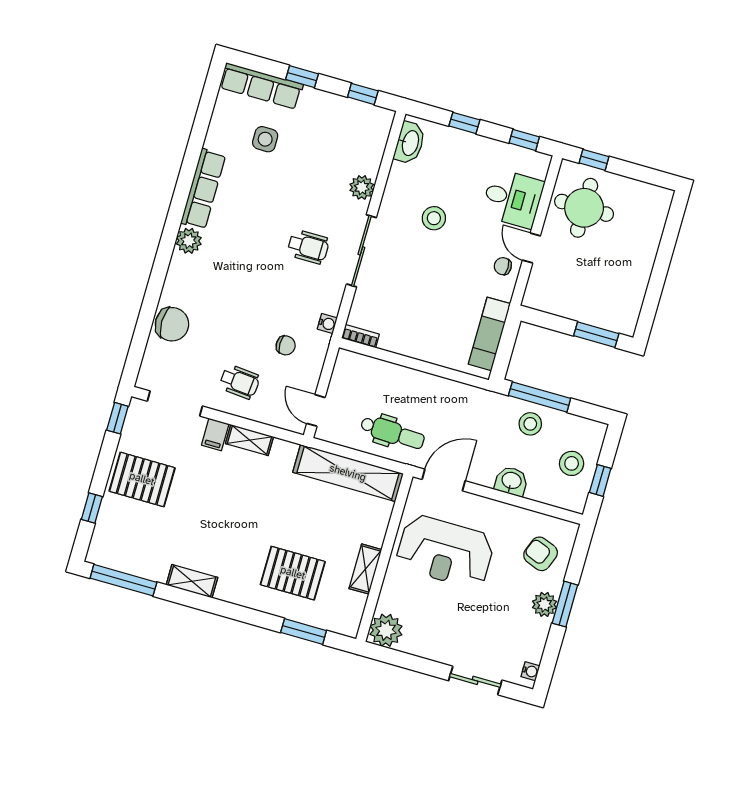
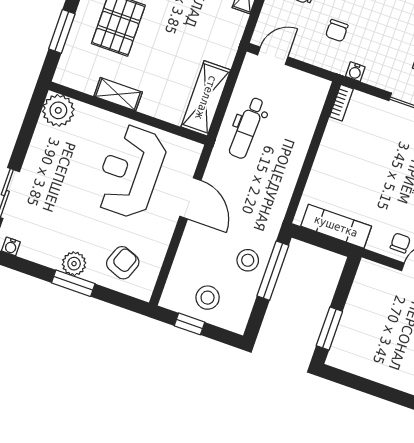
shelving: (348, 473) -> (206, 98), width x0.68
door: (444, 480) -> (190, 198), moved
washbasin: (511, 481) -> (194, 239), removed

